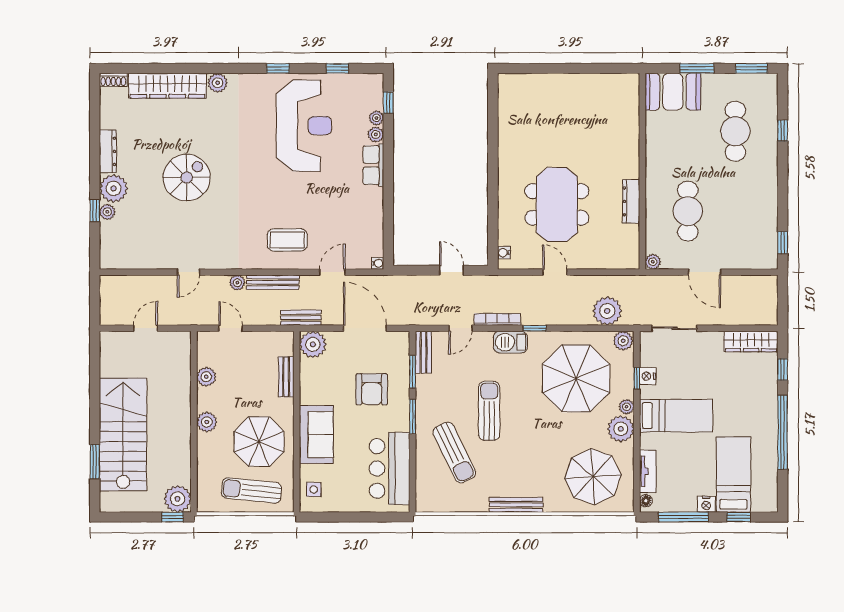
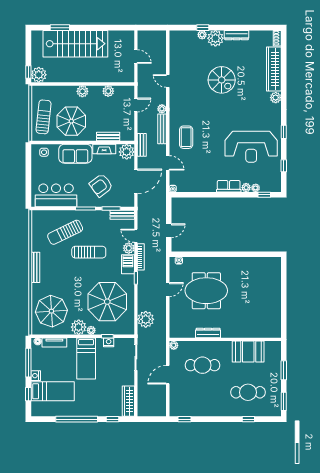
booth: (673, 92) -> (248, 352), moved, turned 90
plant: (623, 341) -> (129, 248), moved
fireplace: (308, 384) -> (104, 149), added
armchair: (372, 389) -> (101, 185), turned -37

